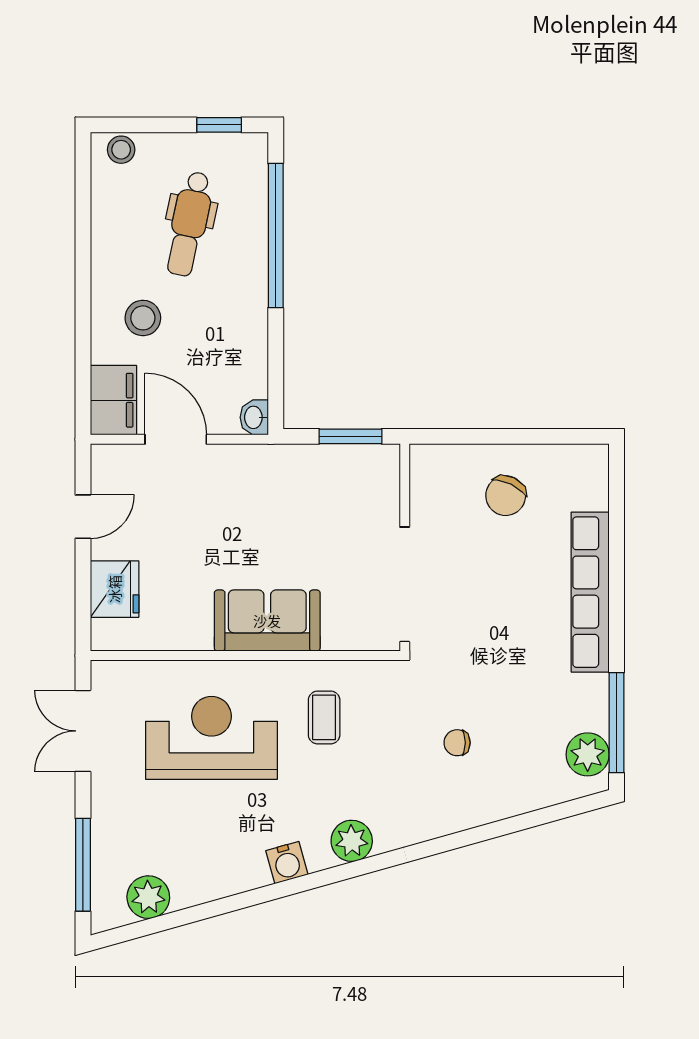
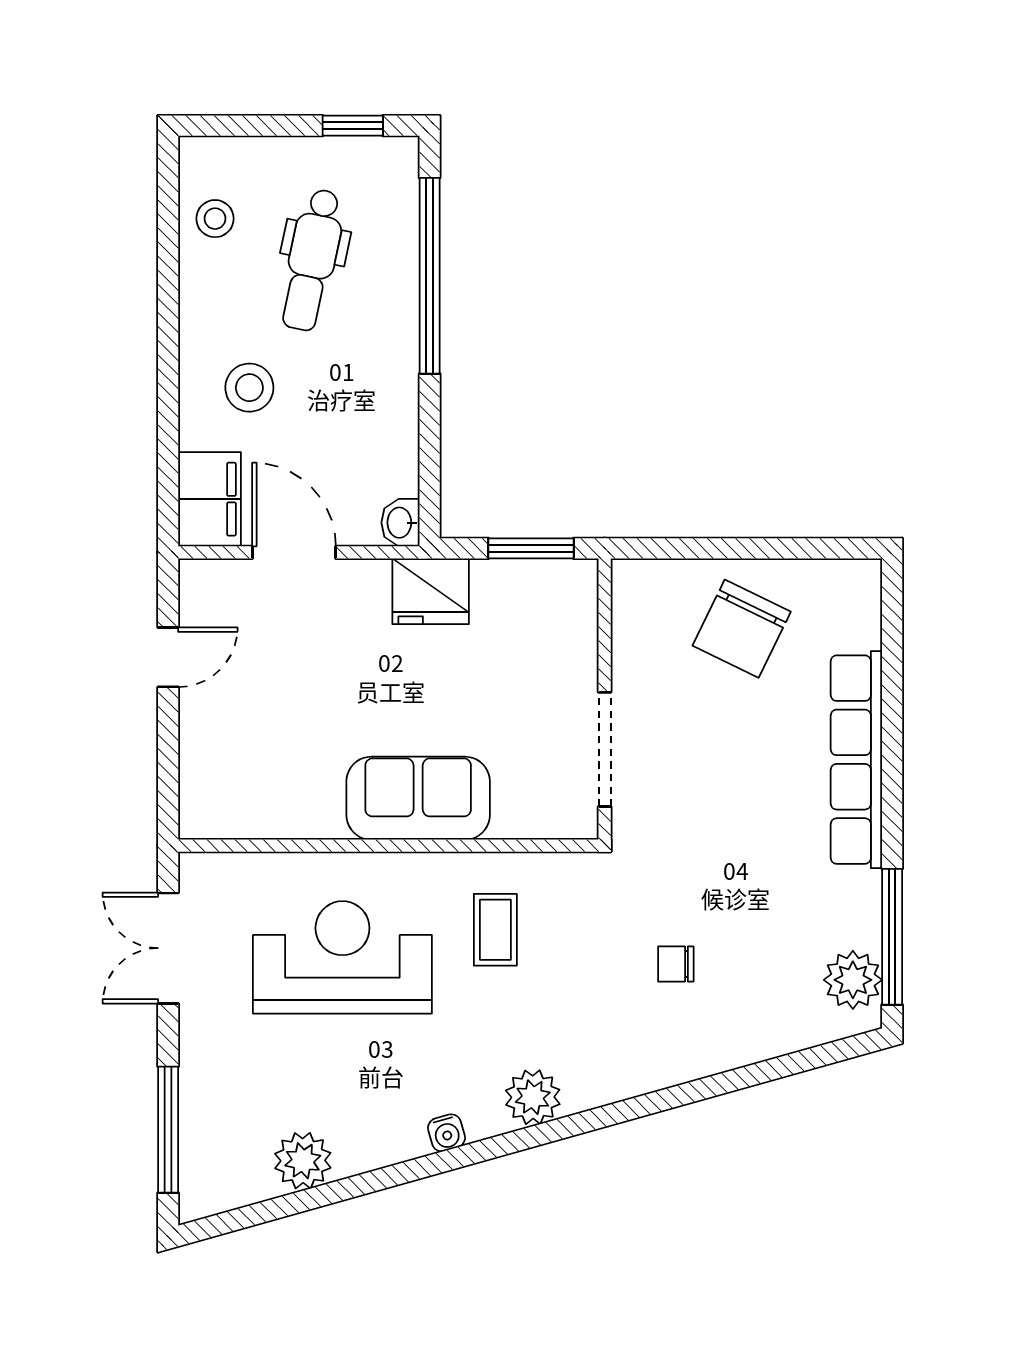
stool: (121, 150) -> (215, 219), moved
chair: (506, 496) -> (742, 629), width x1.37, depth x1.37
doorway: (405, 584) -> (605, 749), width x0.73
fridge: (115, 589) -> (431, 591), moved, turned 90
water cooler: (287, 863) -> (447, 1133), width x0.72, depth x0.72
plant: (148, 897) -> (303, 1161), moved

